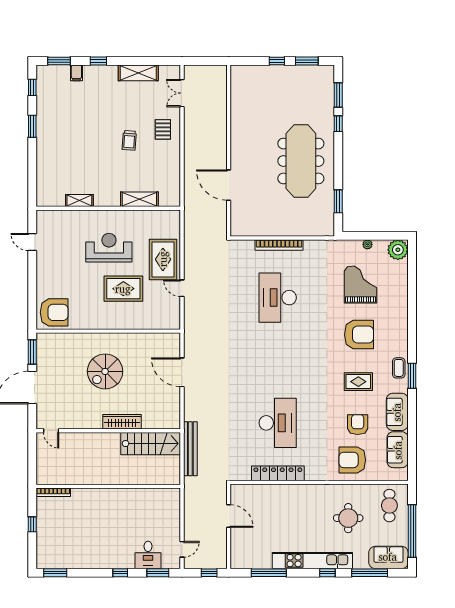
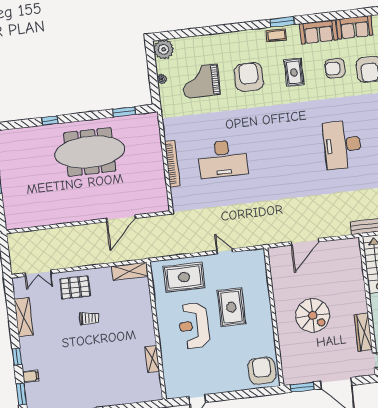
window: (338, 95) -> (23, 124), removed
pallet: (163, 129) -> (75, 287), width x1.50, depth x1.42
shelving: (139, 199) -> (130, 271), moved, turned 90
rug: (163, 259) -> (184, 277), moved
door: (182, 288) -> (225, 251), swing flipped
wardrobe: (122, 422) -> (363, 332), moved
desk: (278, 423) -> (342, 145), turned -90

